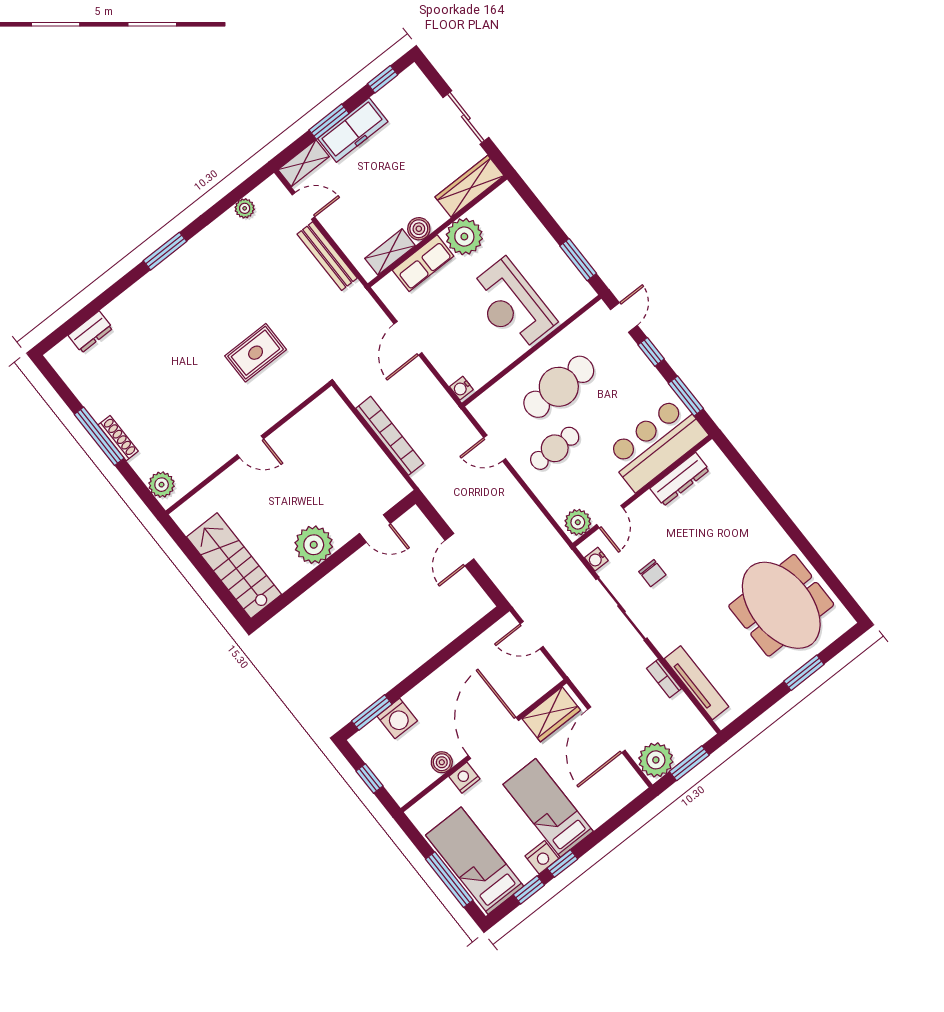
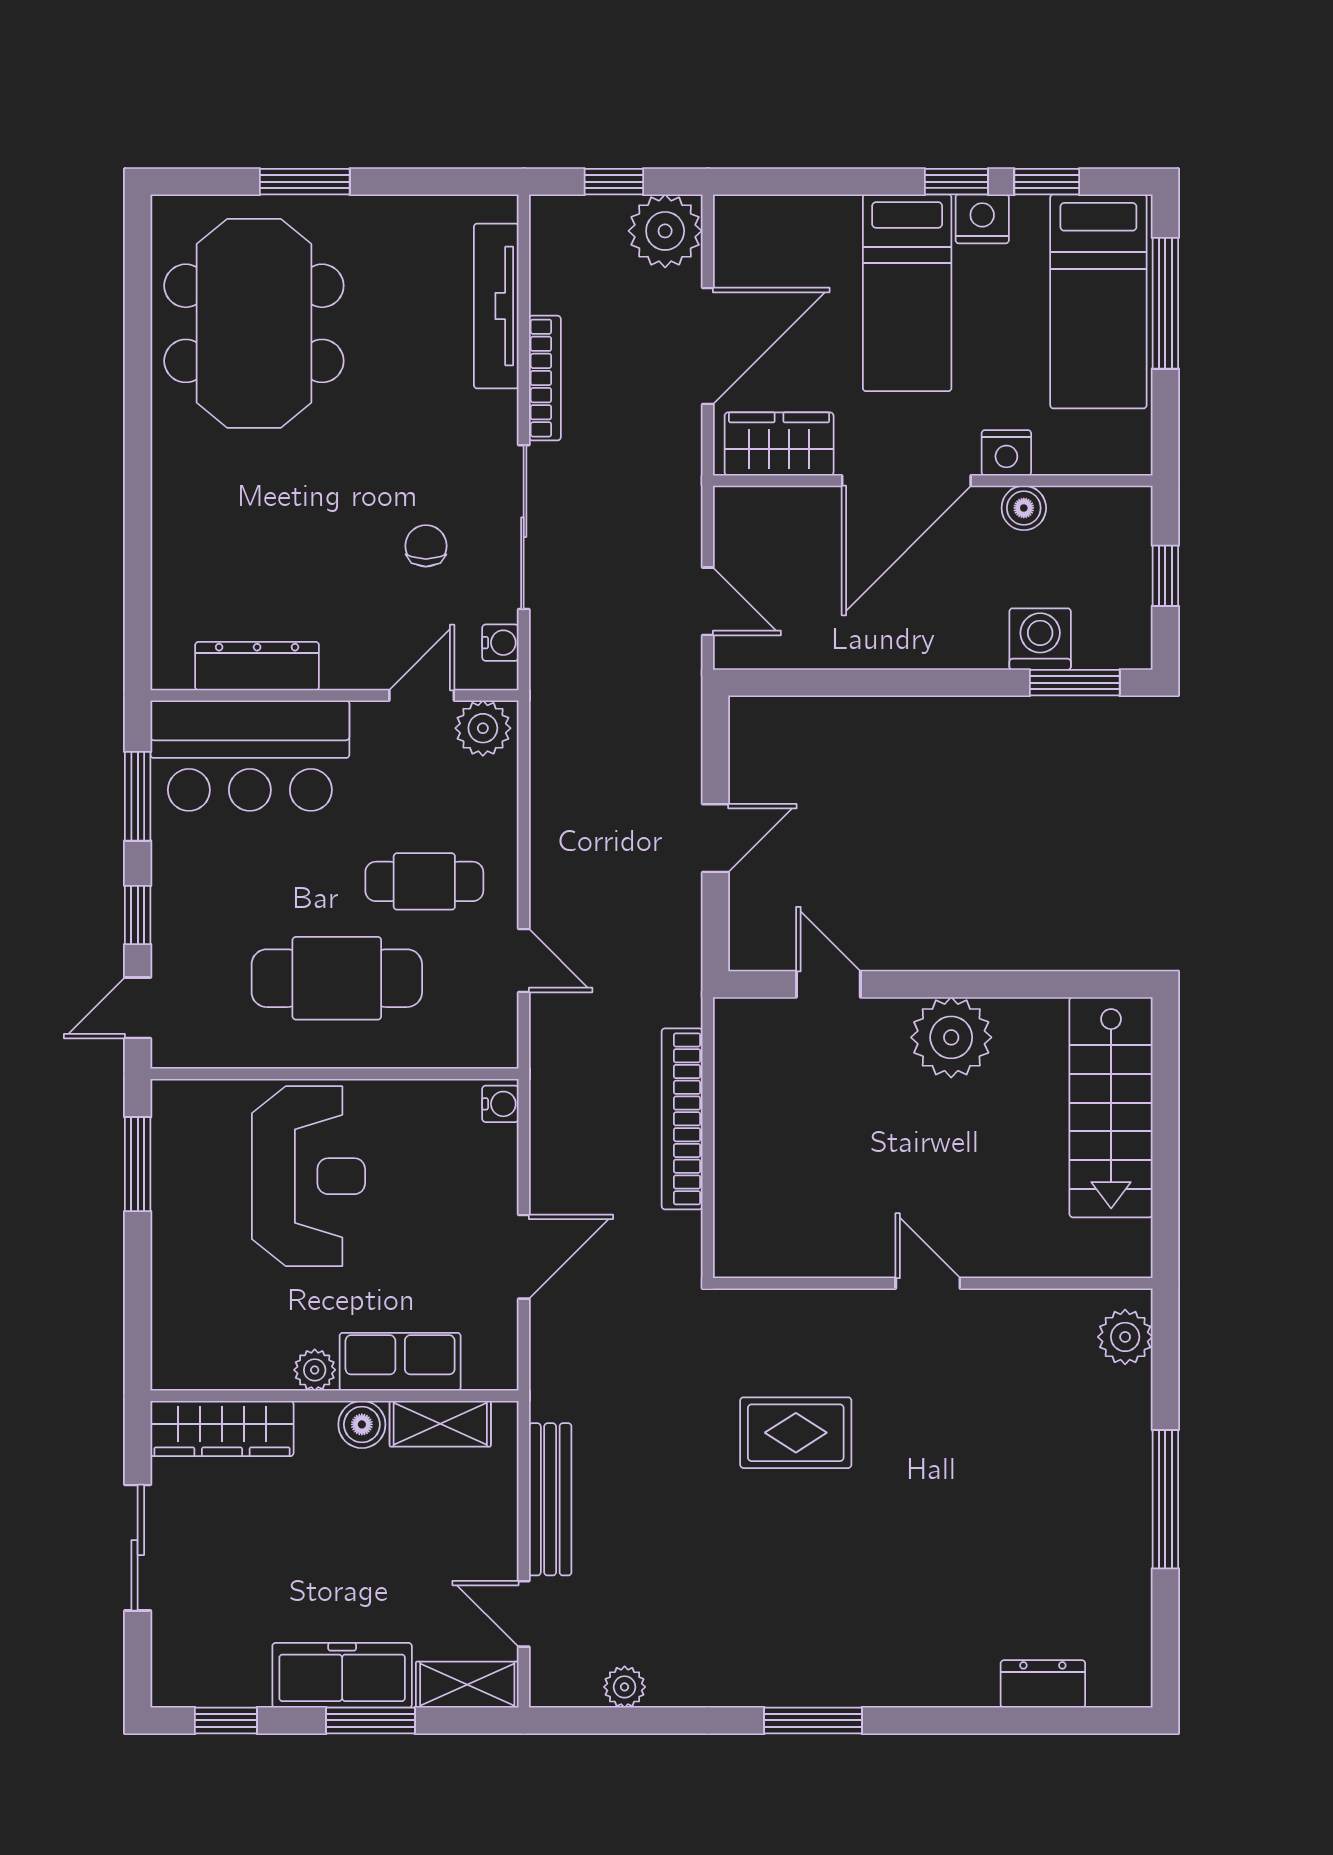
plant: (464, 237) -> (315, 1370), width x0.53, depth x0.53
shoe rack: (118, 438) -> (1136, 1471), removed
bookcase: (664, 679) -> (545, 378), width x1.56
window: (689, 763) -> (614, 182), width x0.67

